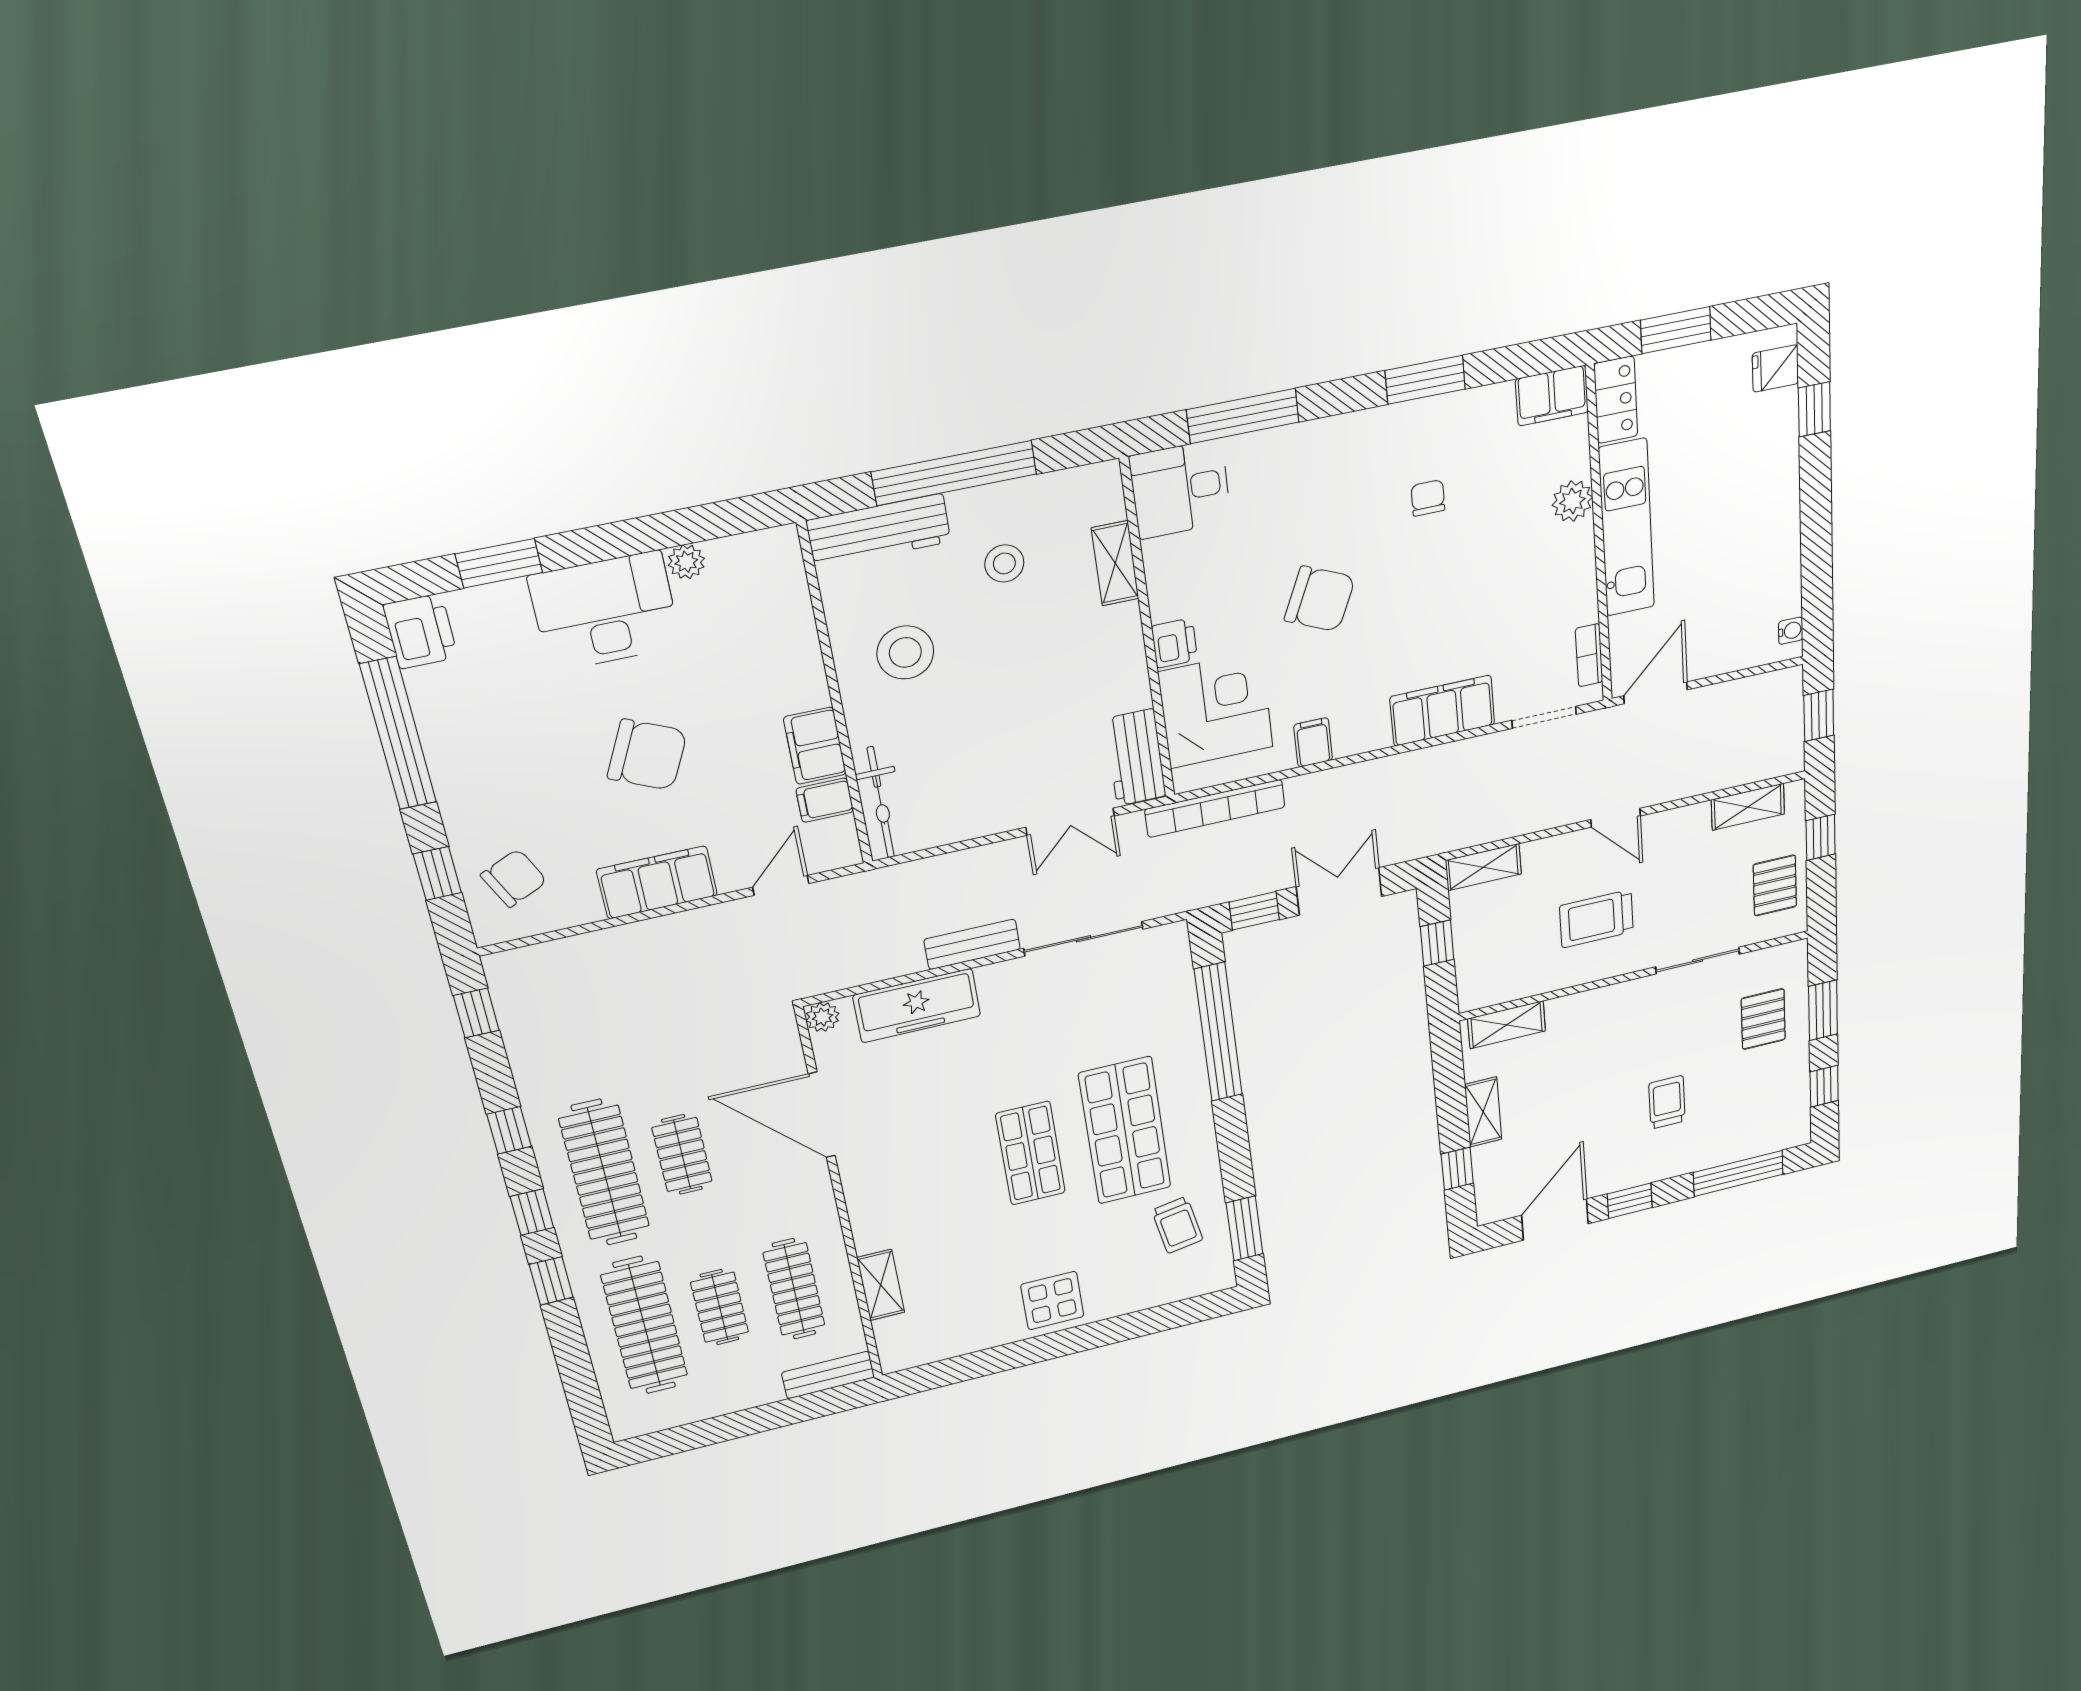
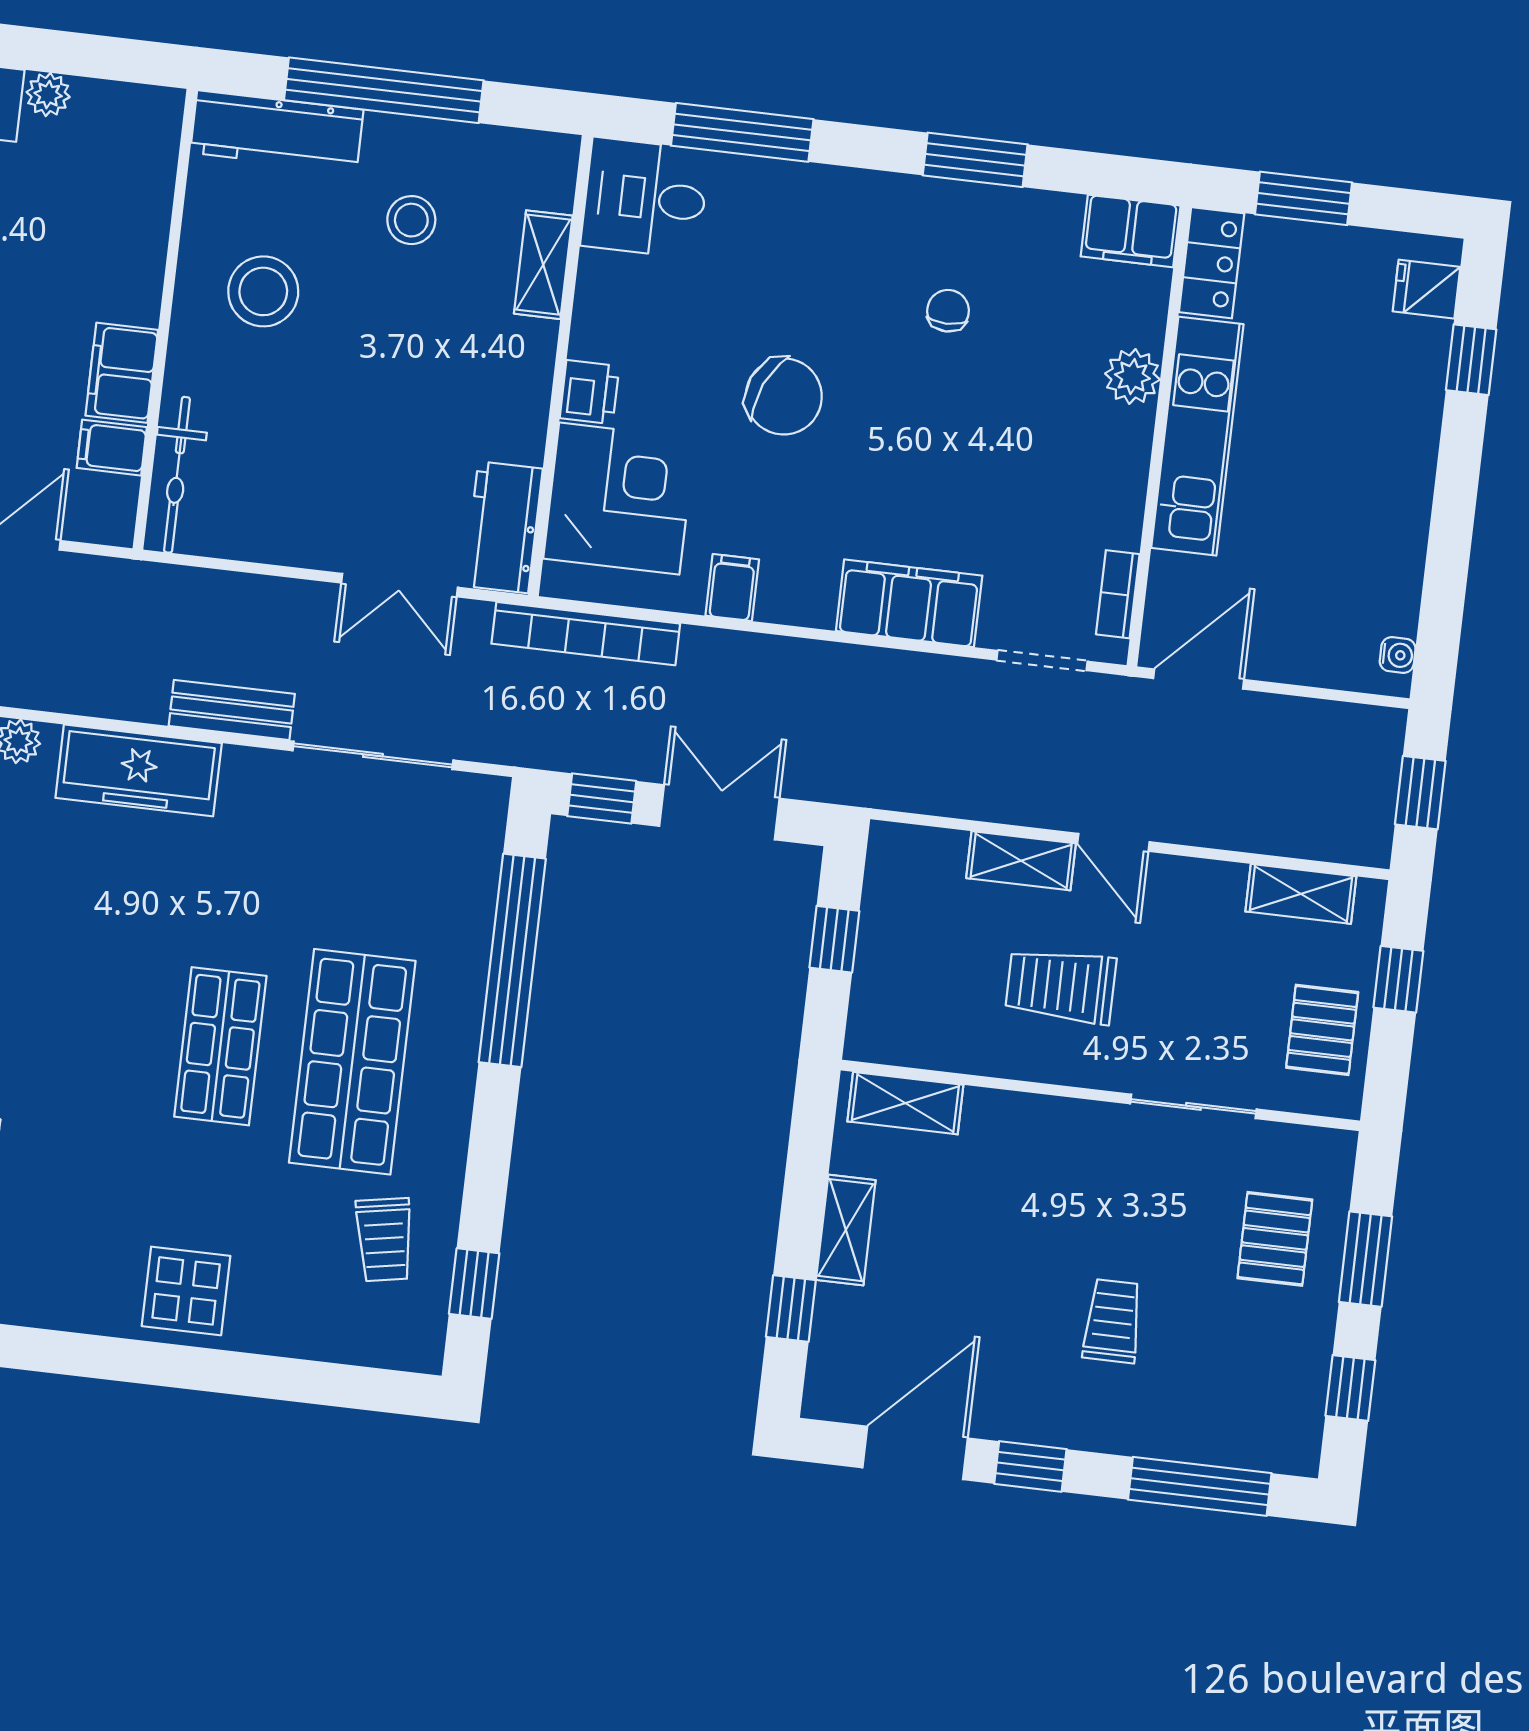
shelving: (1483, 867) -> (1021, 861), moved
window: (1245, 1228) -> (474, 1284), width x0.67

